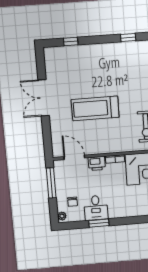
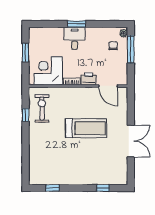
window: (51, 183) -> (131, 49), moved
desk: (96, 208) -> (75, 38), moved
window: (99, 223) -> (77, 24), moved

